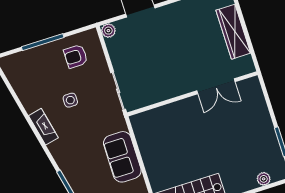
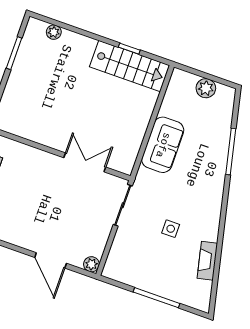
armchair: (76, 56) -> (137, 263), removed
double door: (216, 86) -> (85, 162), moved
fireplace: (43, 127) -> (207, 261), moved

